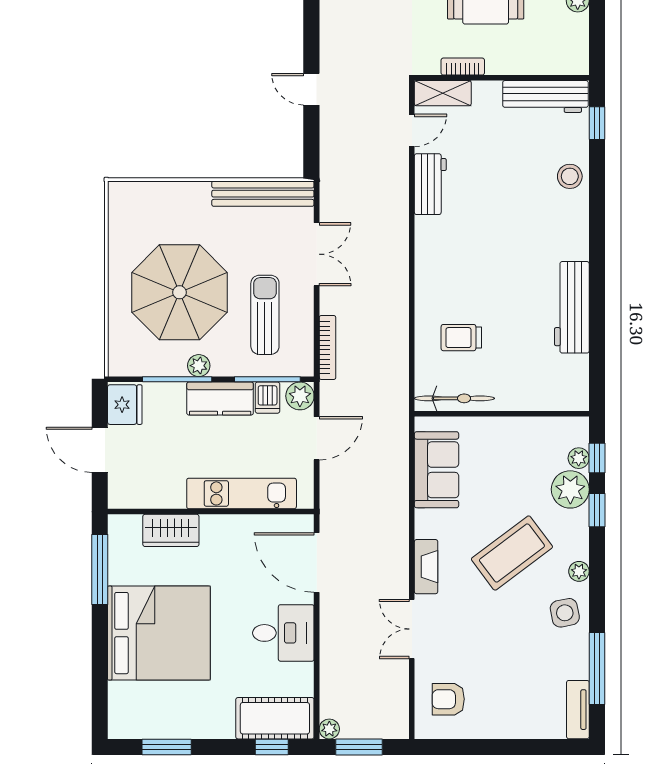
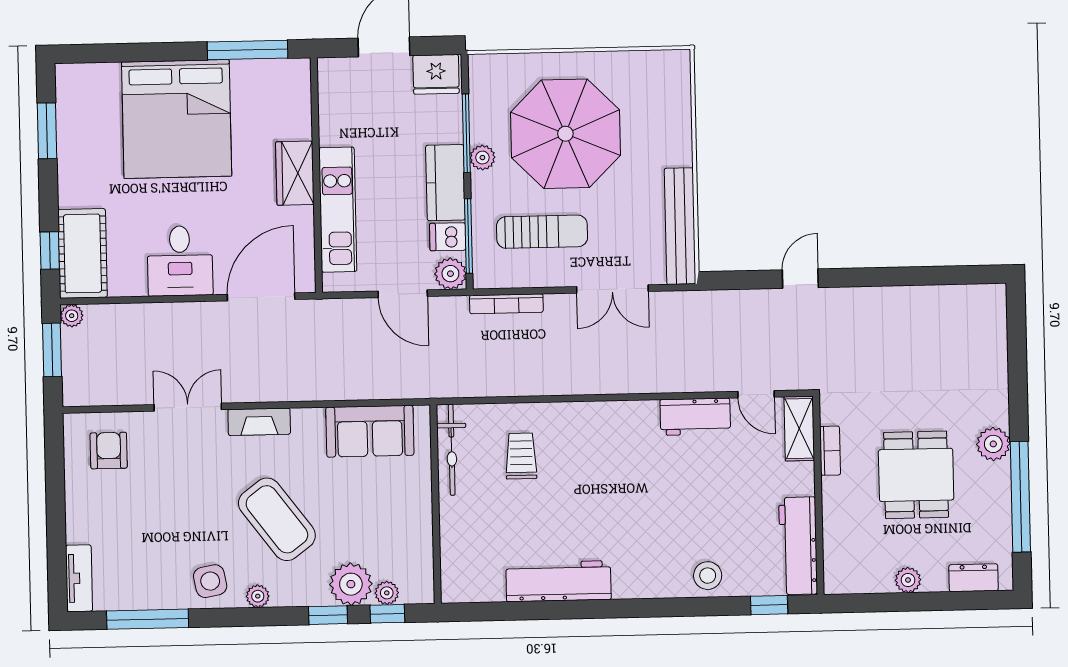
wardrobe: (171, 530) -> (295, 173), moved
tv unit: (578, 710) -> (79, 578), moved, turned 90

